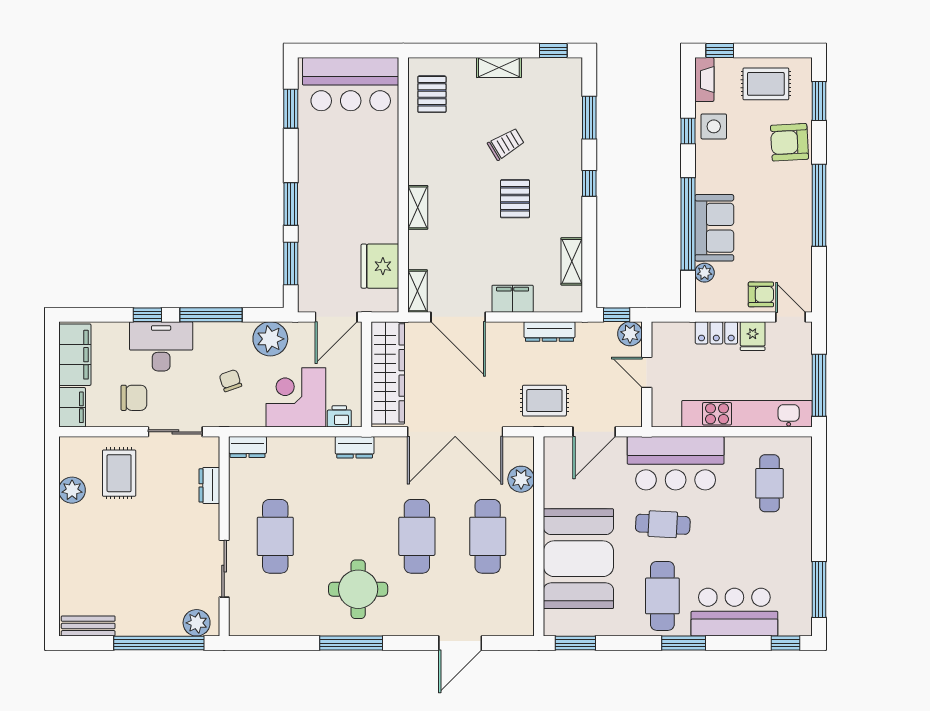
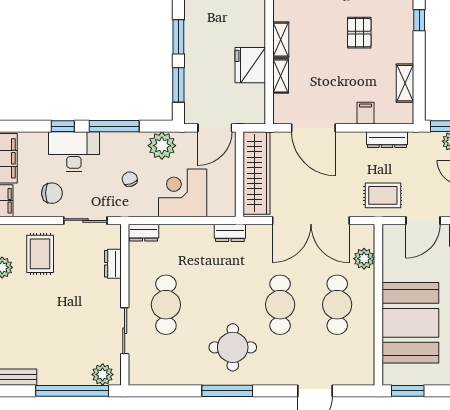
fridge: (380, 266) -> (250, 65), moved
shelving: (417, 291) -> (281, 76), moved
filing cabinet: (513, 299) -> (366, 113), width x0.50
printer: (339, 416) -> (218, 208), removed

